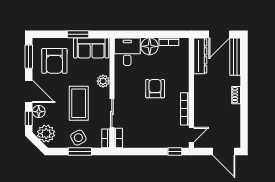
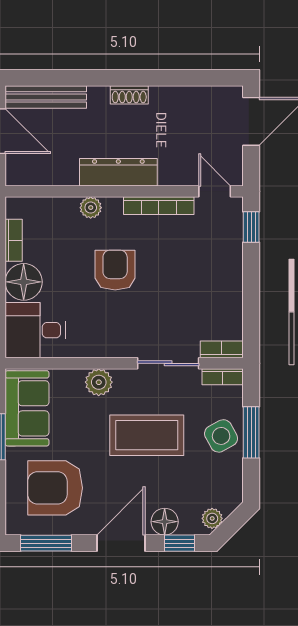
dresser: (200, 56) -> (118, 172), moved
armchair: (54, 61) -> (55, 488), turned 180
plant: (184, 77) -> (91, 208), added
armchair: (155, 89) -> (115, 270), turned 90
plant: (46, 134) -> (212, 518), width x0.53, depth x0.53

